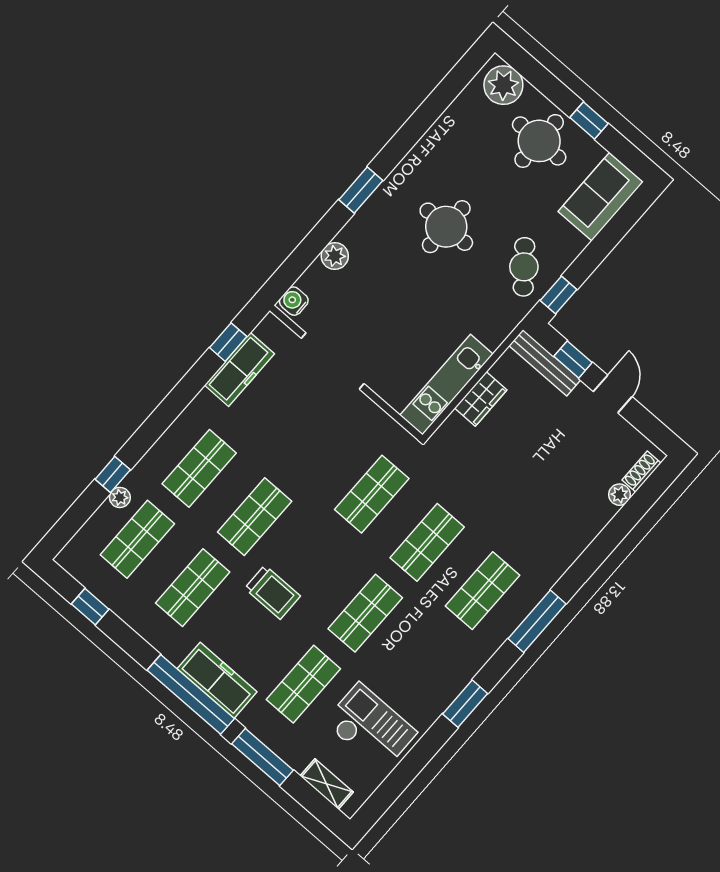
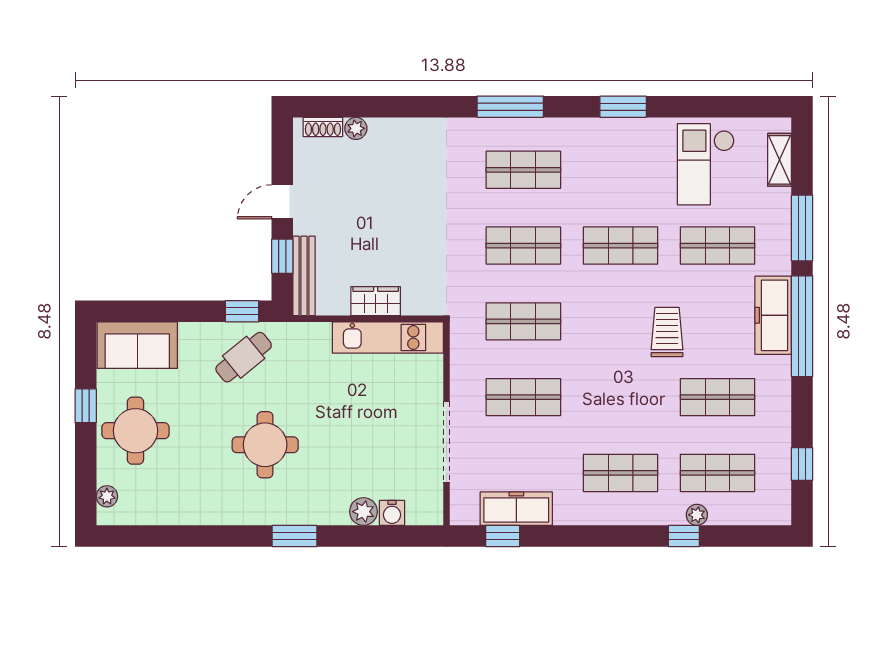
plant: (503, 85) -> (107, 496), width x0.53, depth x0.53
water cooler: (294, 301) -> (392, 513), moved
shop shelf: (255, 517) -> (523, 397), moved

